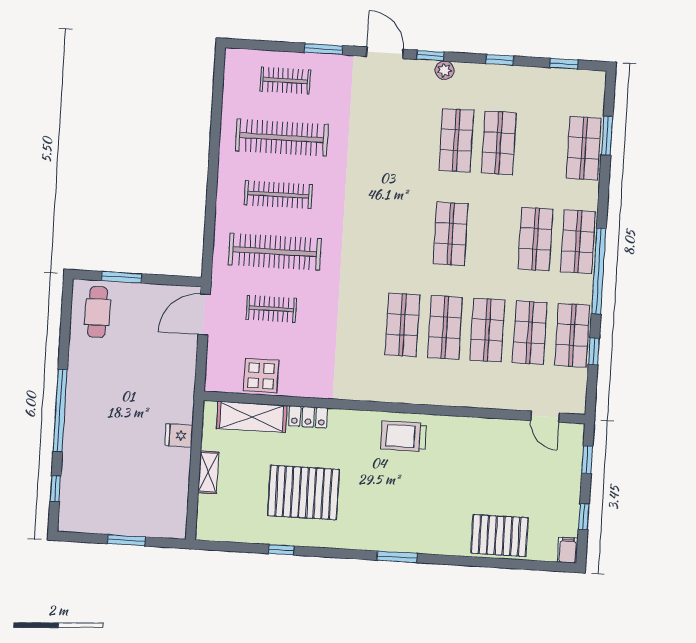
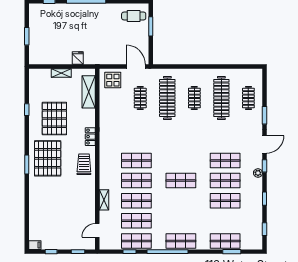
clothes rail: (278, 195) -> (194, 98), width x0.73
shop shelf: (535, 239) -> (225, 160), moved
display table: (261, 376) -> (113, 80), moved
shelving: (481, 398) -> (104, 200), added
locker: (308, 417) -> (90, 137), moved
pallet: (500, 536) -> (48, 158), moved, width x1.37, depth x1.41

